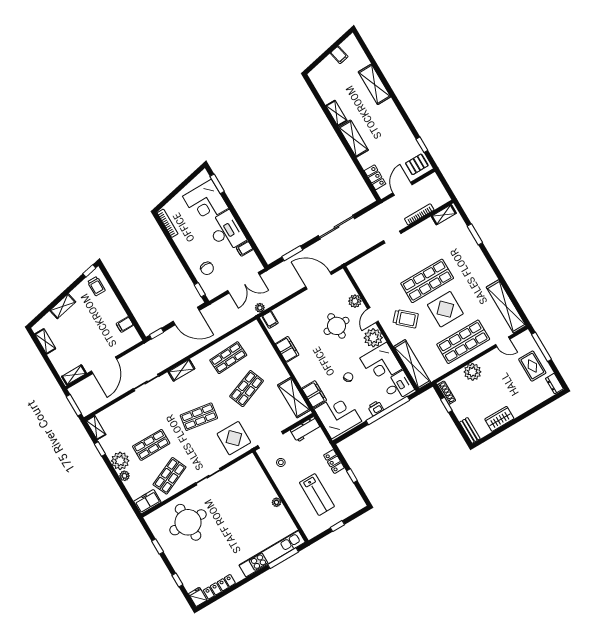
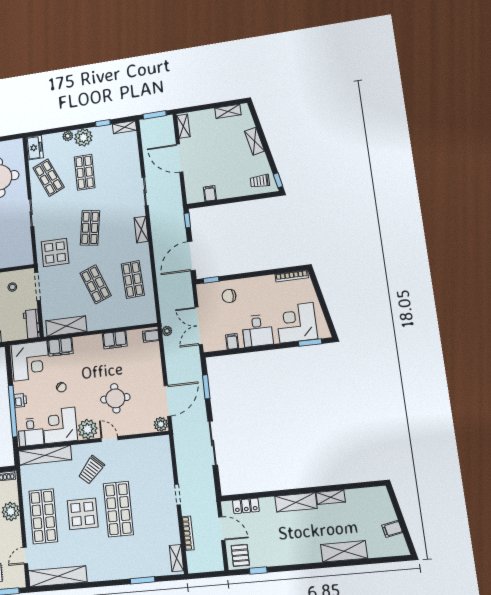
desk: (226, 232) -> (257, 331), width x0.73
plant: (355, 301) -> (161, 424), moved

